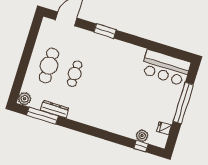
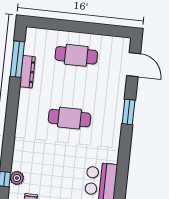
cafe table: (75, 74) -> (69, 118), moved, width x1.37, depth x1.35
plant: (25, 99) -> (33, 35), removed

